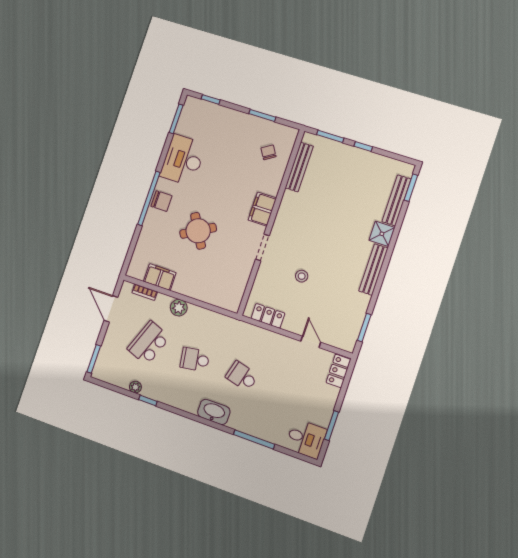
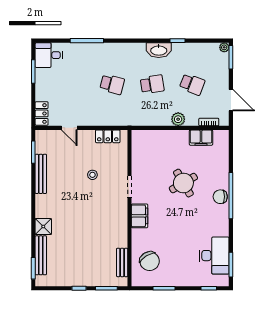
chair: (269, 152) -> (150, 261), width x1.87, depth x1.87
desk: (183, 160) -> (214, 256), moved
bench: (299, 167) -> (122, 262), width x0.73
bench: (373, 269) -> (41, 174), moved
school desk: (149, 343) -> (192, 84), width x0.54
plant: (135, 387) -> (224, 47), moved
washbasin: (214, 412) -> (159, 50), moved

